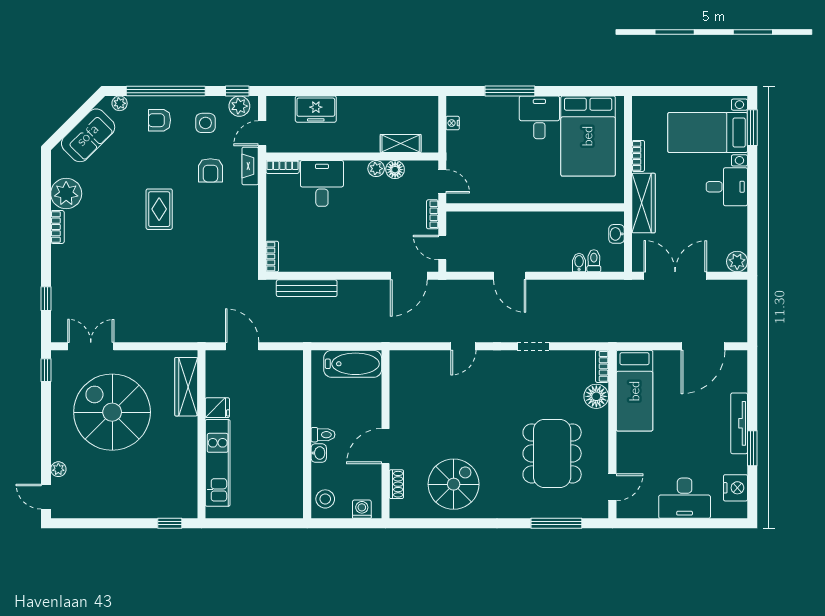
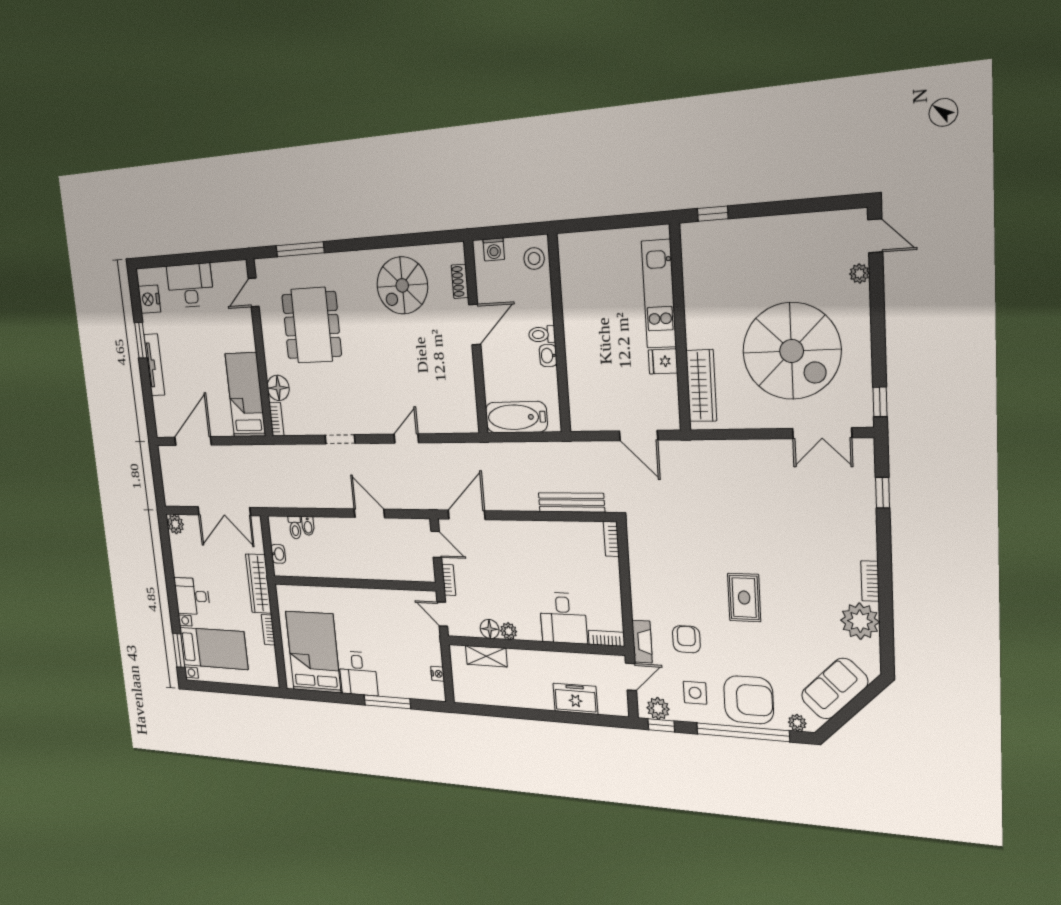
armchair: (159, 120) -> (749, 700), width x1.88, depth x1.88
washbasin: (319, 453) -> (548, 356), moved

